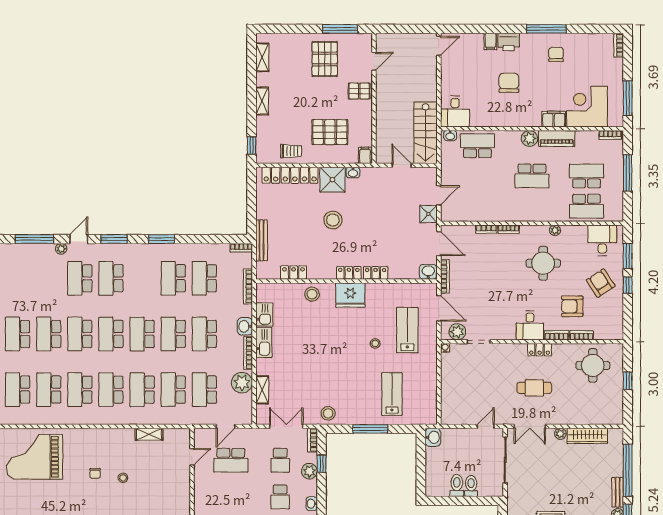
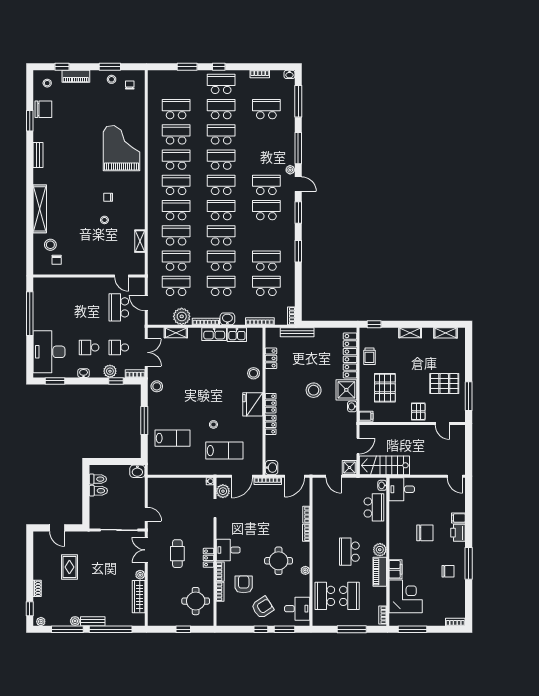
shower: (428, 214) -> (349, 468), moved
toilet: (471, 486) -> (98, 479), moved

